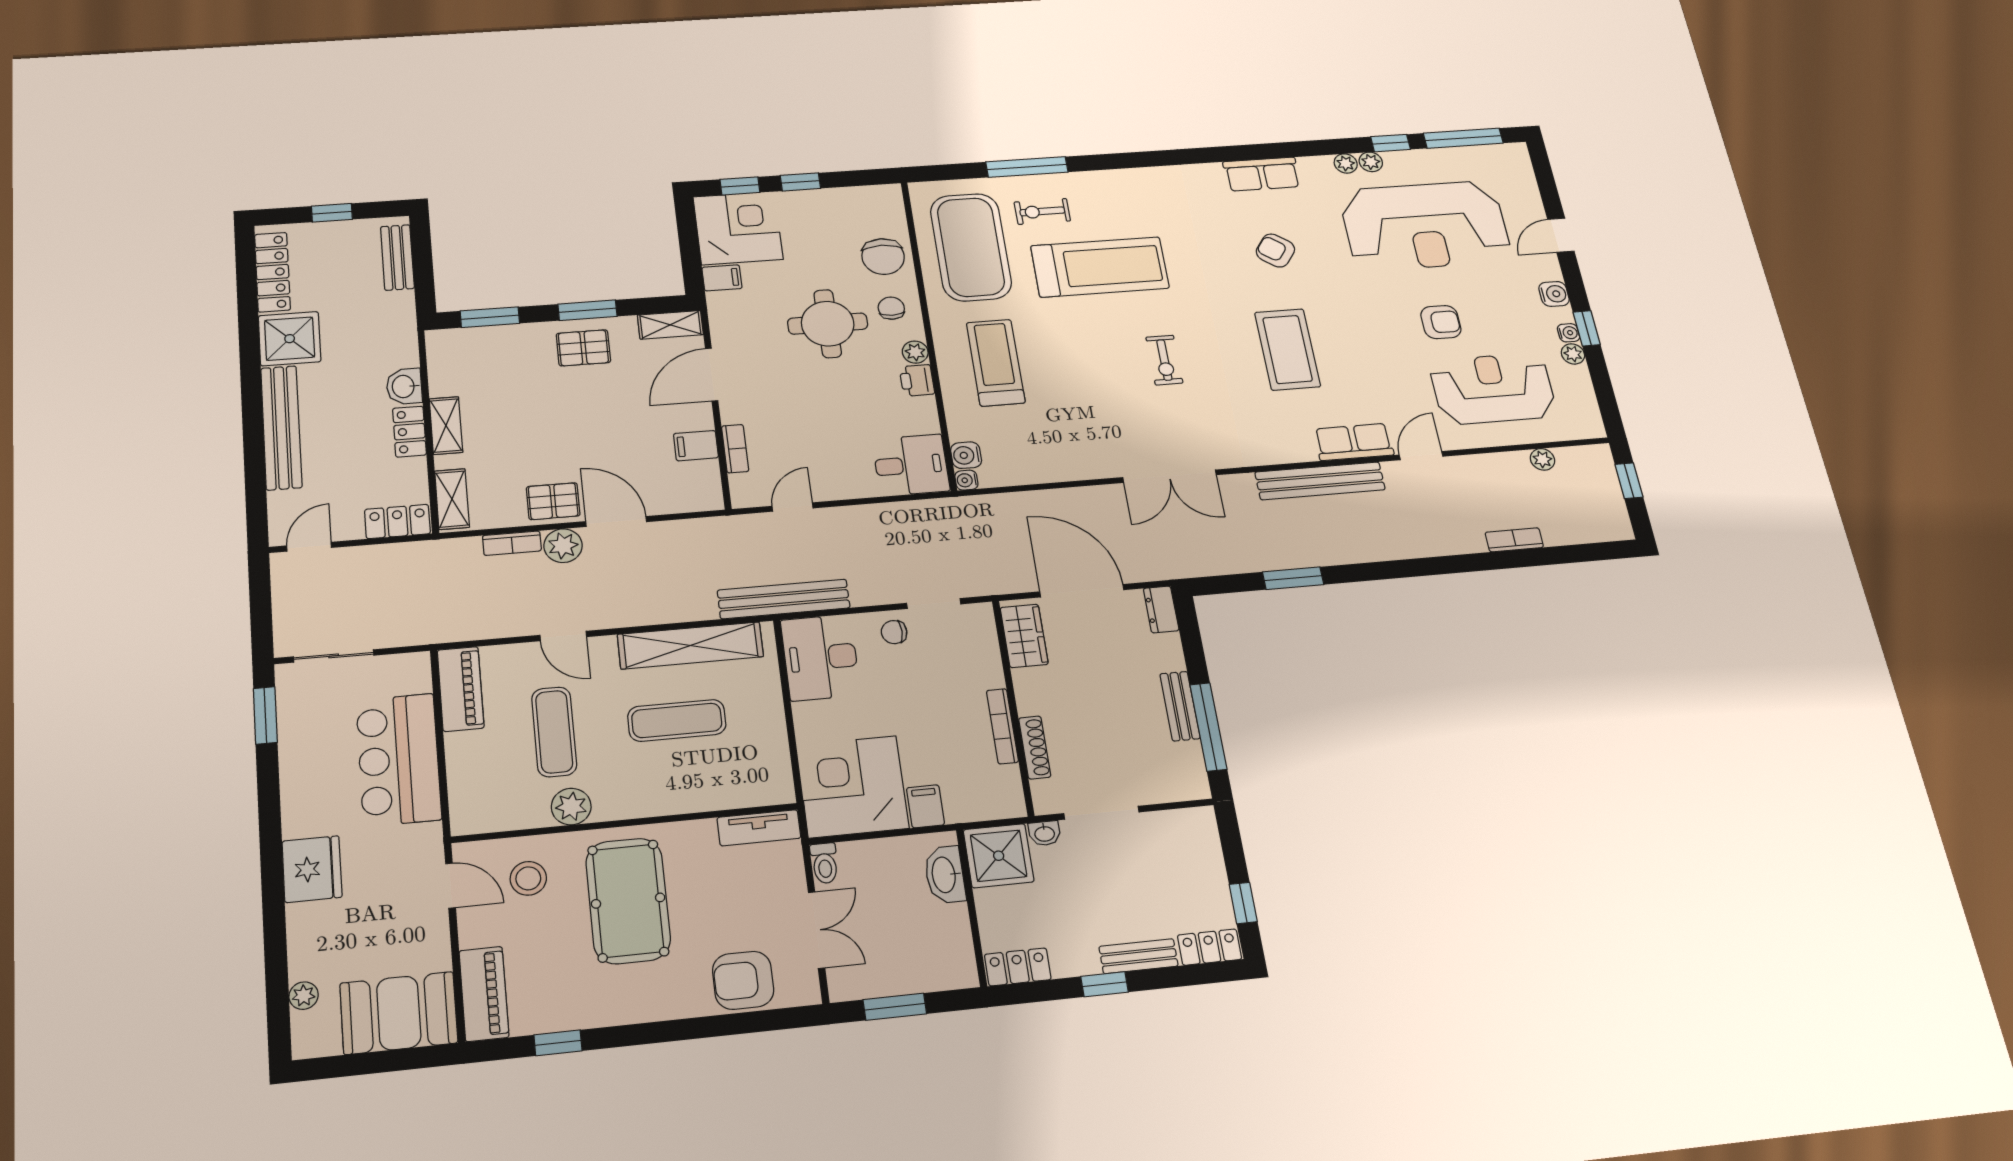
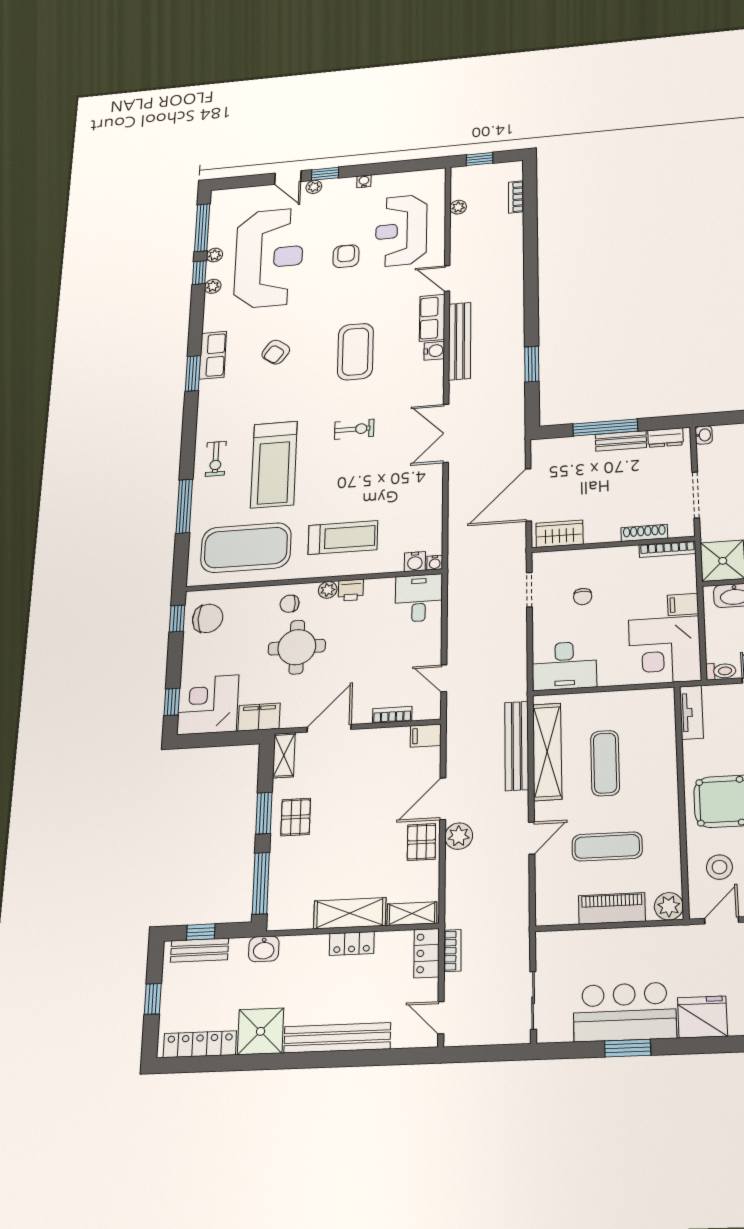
window: (1231, 154) -> (193, 373), added
plant: (1346, 163) -> (215, 255), moved
window: (800, 182) -> (177, 619), moved
exercise bike: (1042, 211) -> (216, 459), moved
window: (422, 256) -> (201, 932), added
chair: (883, 257) -> (208, 618), moved
treadmill: (1100, 267) -> (274, 464), turned 180
filing cabinet: (722, 278) -> (259, 717), width x2.00
water cooler: (1554, 294) -> (434, 351), moved, turned 90
window: (490, 317) -> (261, 883), width x1.44
window: (1587, 328) -> (325, 174), moved
coffee table: (1288, 349) -> (355, 352), turned 90
plant: (1573, 354) -> (314, 187), moved
treadmill: (996, 363) -> (343, 538), turned 180
door: (712, 374) -> (329, 728), swing flipped
washbasin: (404, 386) -> (264, 949), moved
shelving: (446, 426) -> (350, 913), width x1.50, depth x1.33
filing cabinet: (696, 446) -> (426, 736), moved, turned 90
double door: (1170, 476) -> (446, 433), swing flipped
bookcase: (1514, 540) -> (516, 197), moved
bookcase: (512, 543) -> (452, 950), moved
bench: (784, 599) -> (517, 746), moved
dresser: (1161, 609) -> (665, 438), moved
chair: (894, 632) -> (583, 597), moved
piano: (461, 689) -> (612, 908), moved
window: (265, 715) -> (628, 1048), moved
bookcase: (1002, 726) -> (667, 549), moved
window: (1208, 727) -> (605, 427), moved
bar counter: (399, 760) -> (625, 1012), moved, turned 180
plant: (571, 807) -> (669, 906), moved
washbasin: (1045, 833) -> (704, 435), moved

